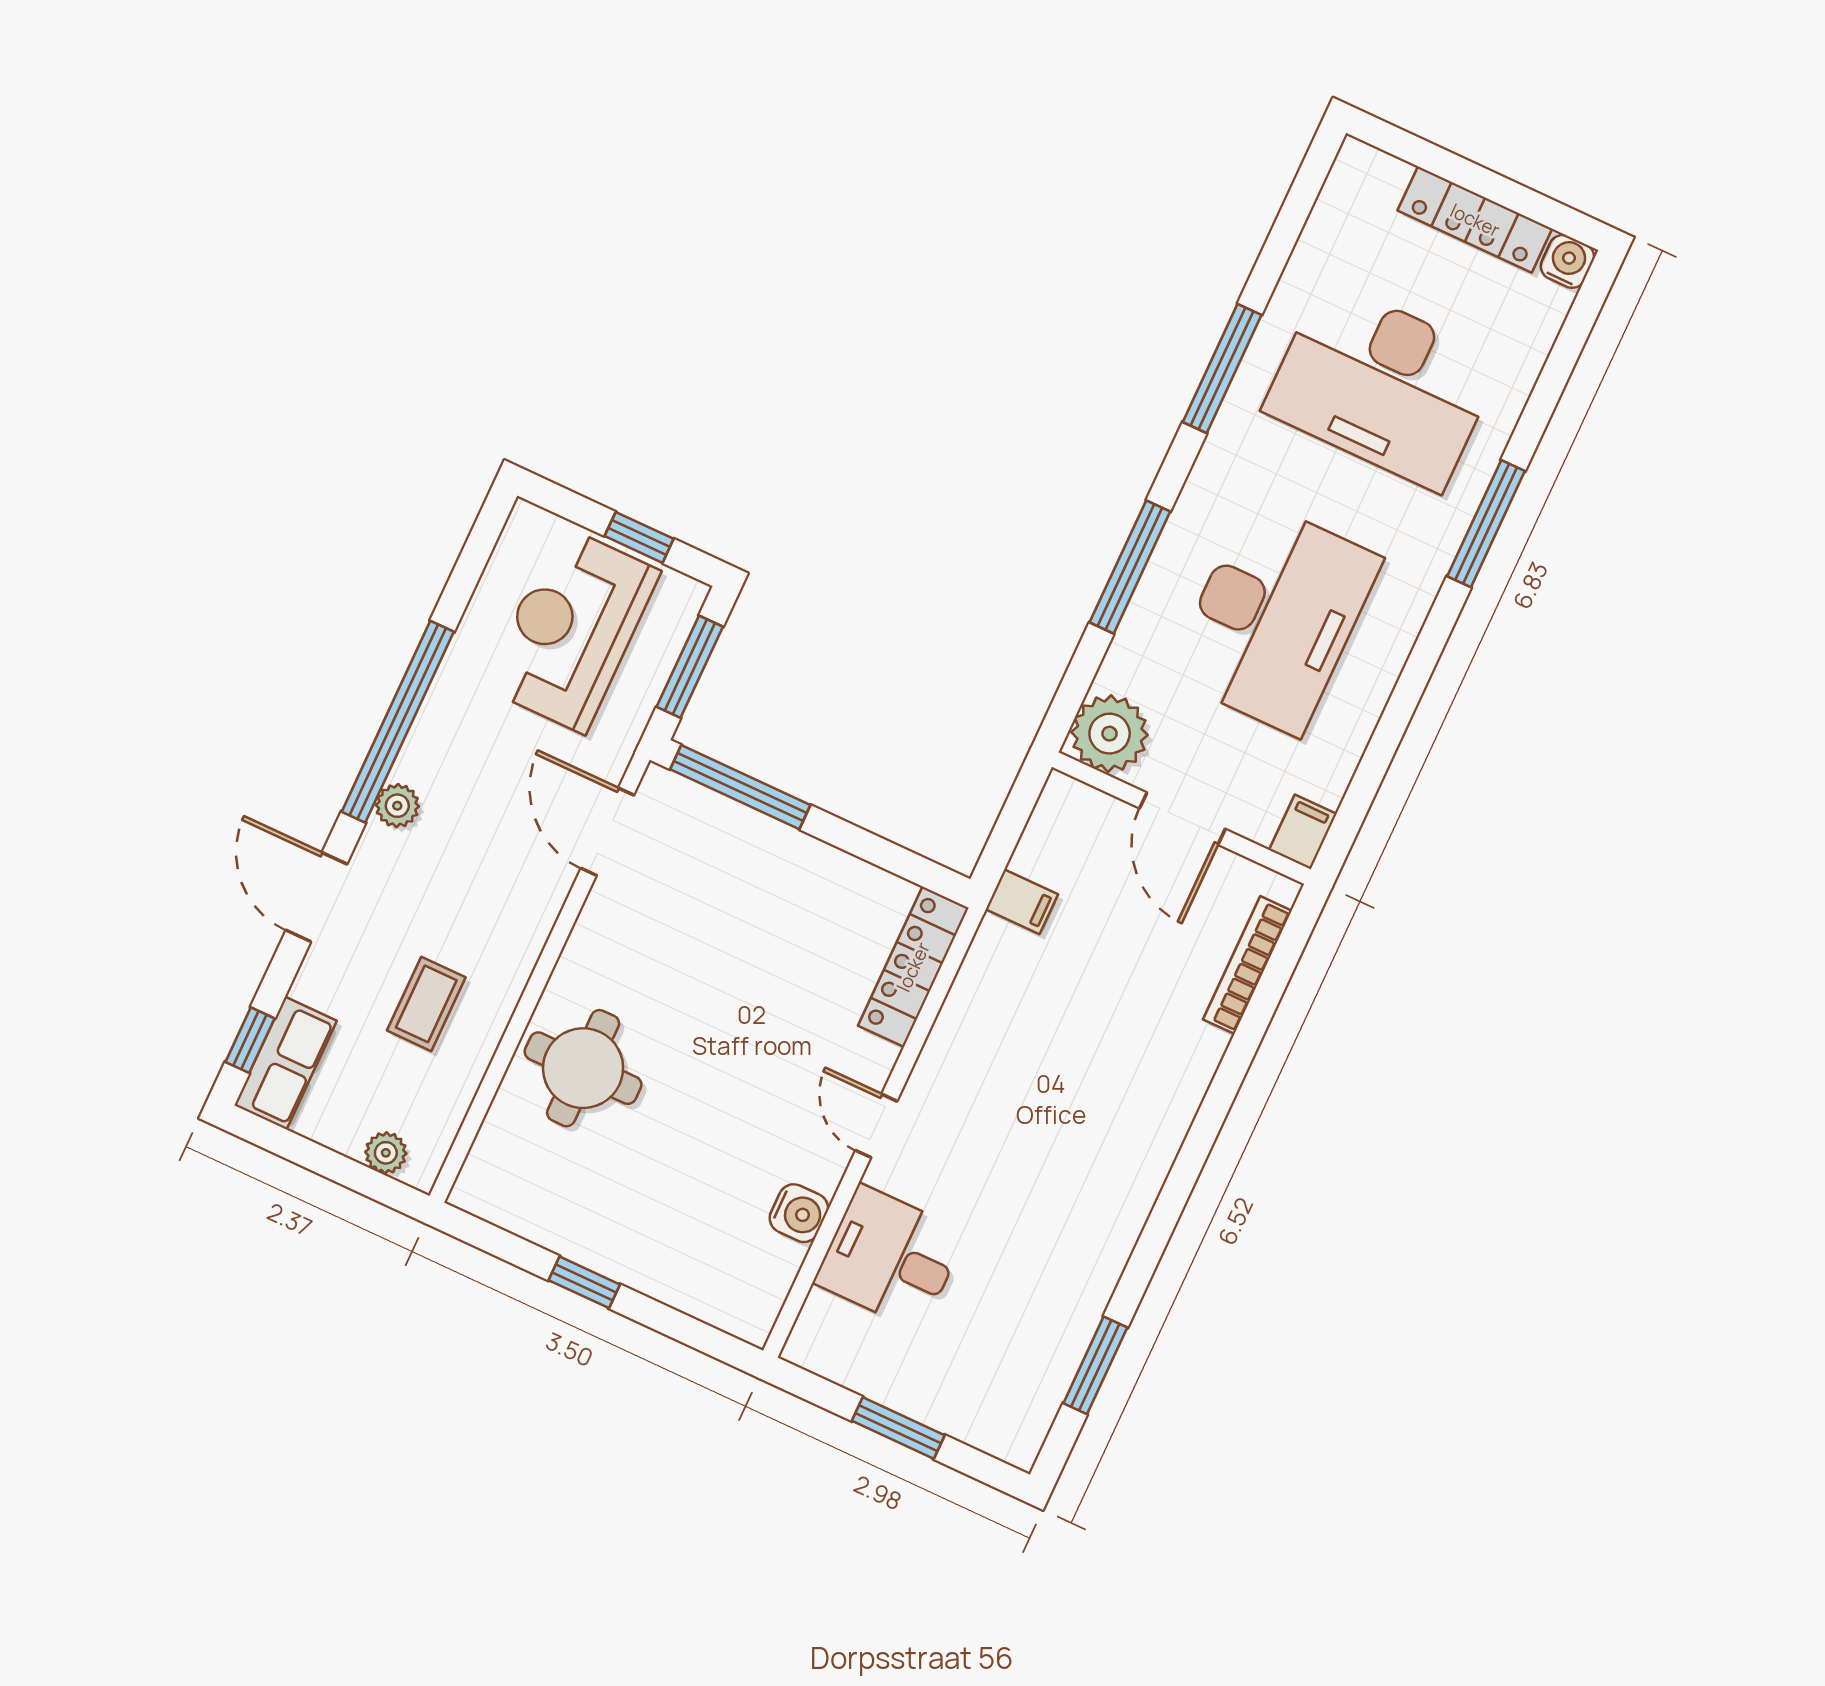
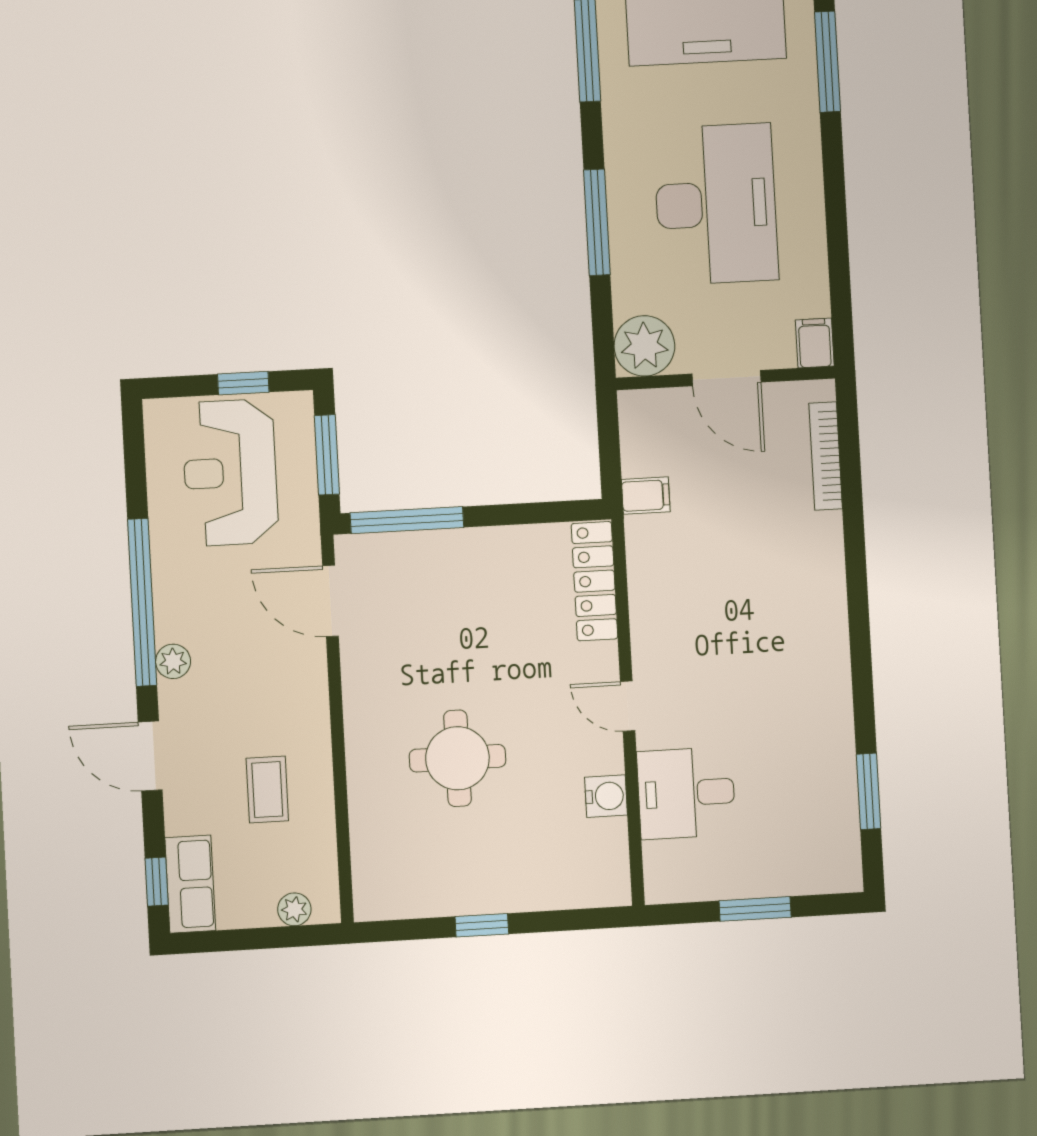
round table: (583, 1068) -> (457, 758), moved

